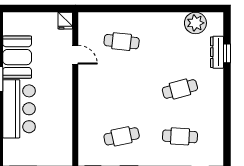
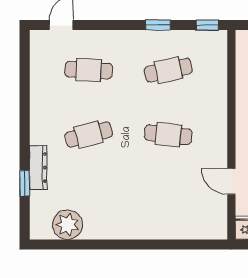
cafe table: (122, 42) -> (168, 135), moved
dresser: (217, 52) -> (38, 168), moved

